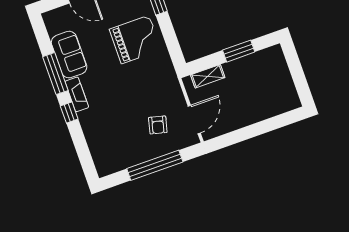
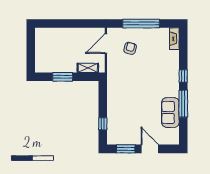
grand piano: (135, 40) -> (125, 107), removed
fireplace: (77, 94) -> (174, 39), moved

